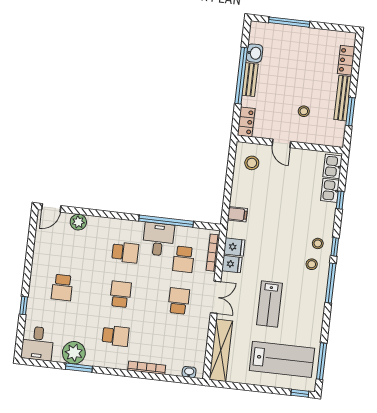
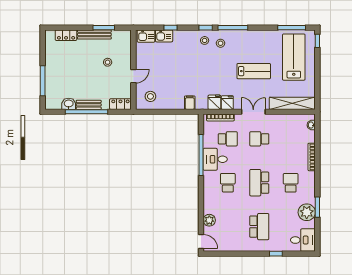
school desk: (62, 287) -> (259, 227), width x1.85
school desk: (120, 294) -> (259, 183), width x1.85

